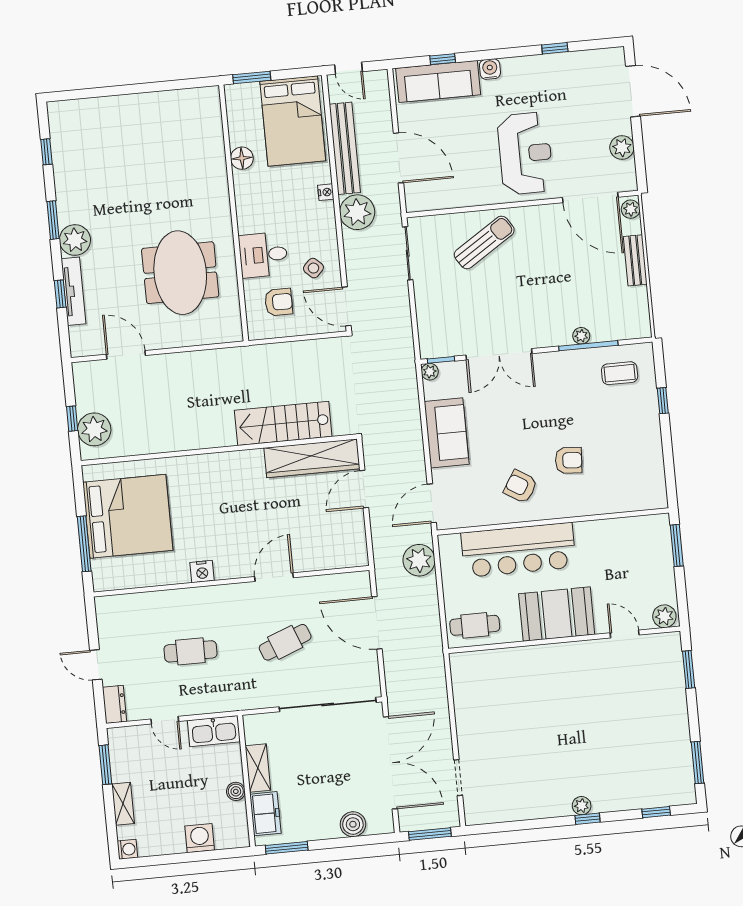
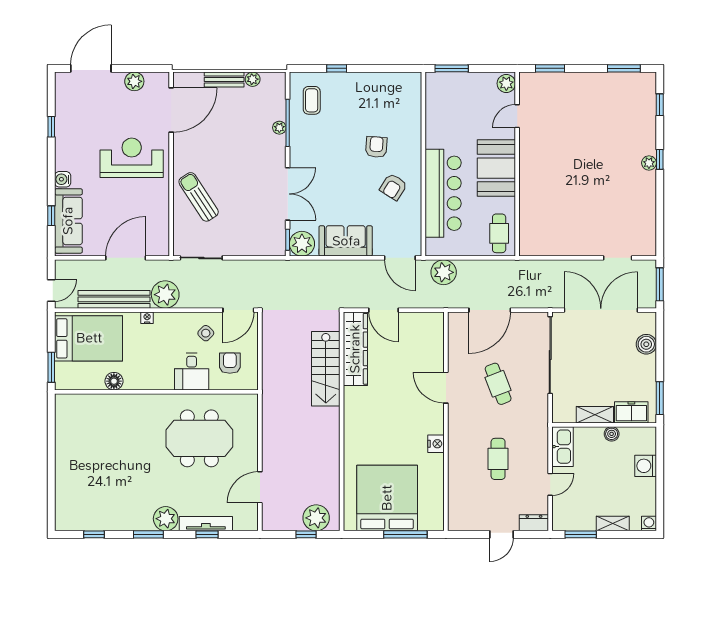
plant: (631, 209) -> (253, 79), moved
plant: (430, 372) -> (302, 244), width x1.88, depth x1.88

